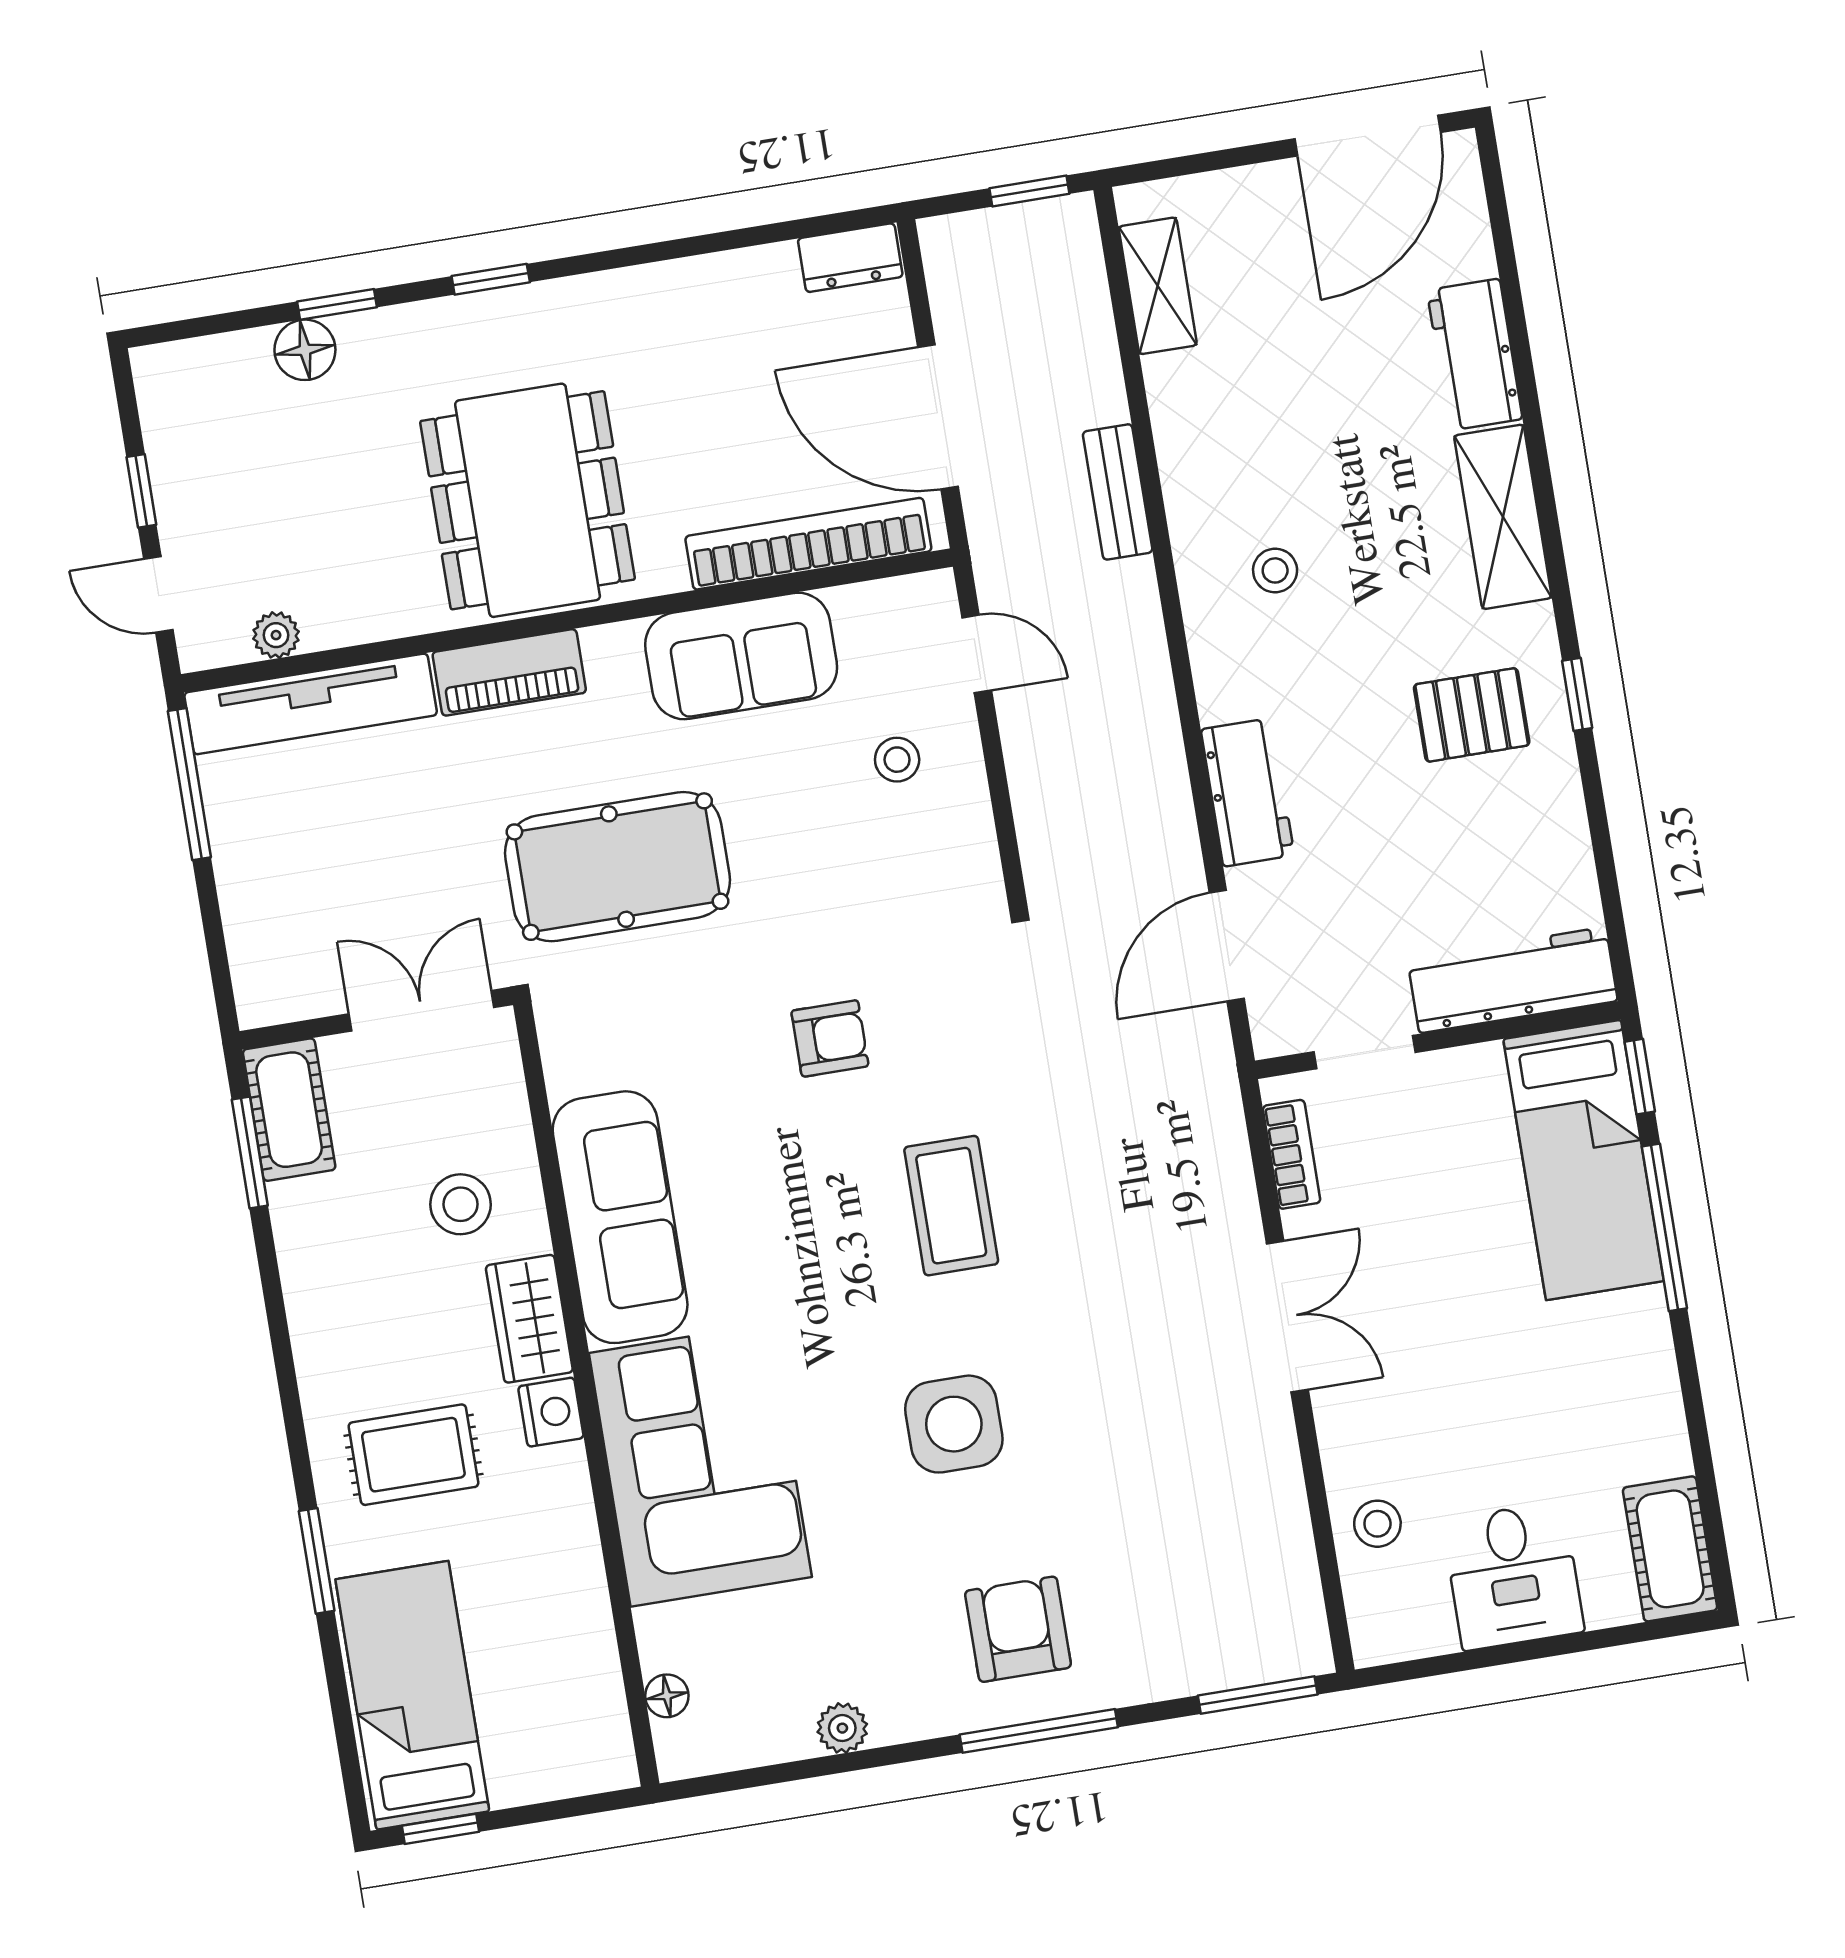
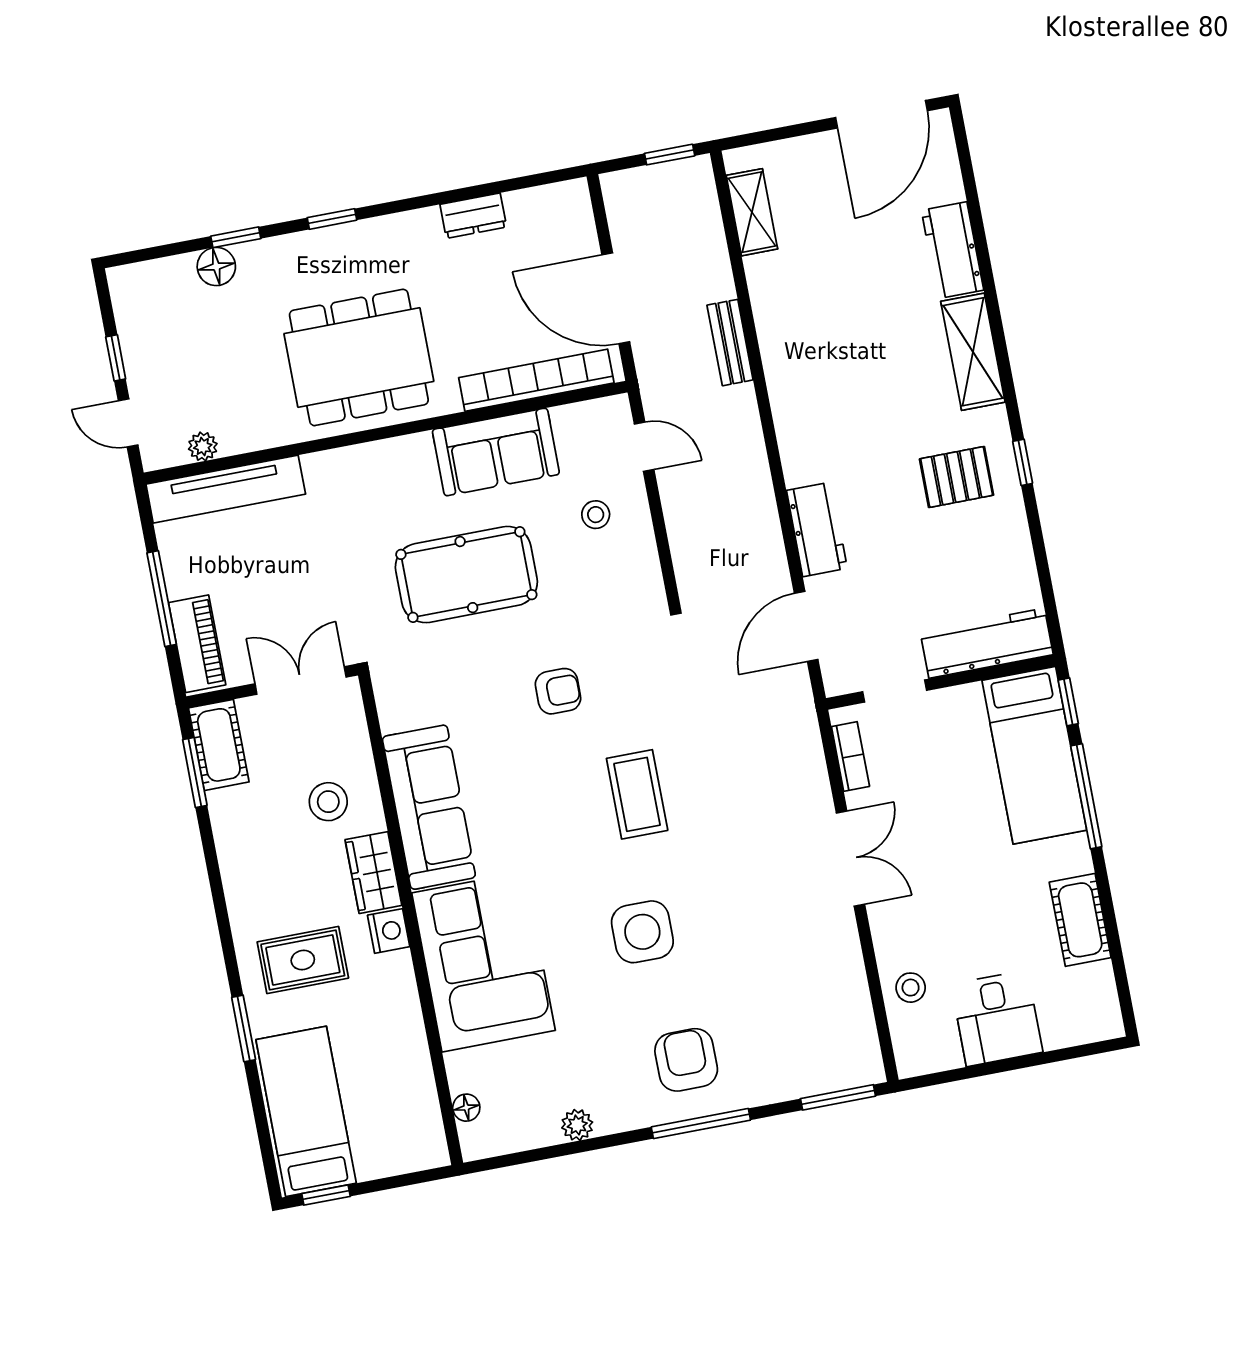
dresser: (850, 258) -> (473, 216), moved
dining table: (528, 500) -> (359, 357), turned 90
stool: (1275, 570) -> (830, 389), removed
piano: (509, 672) -> (197, 644), moved, turned -90
window: (189, 784) -> (162, 599), moved
pool table: (617, 867) -> (466, 575), moved
cot: (1670, 1549) -> (1080, 920), moved

